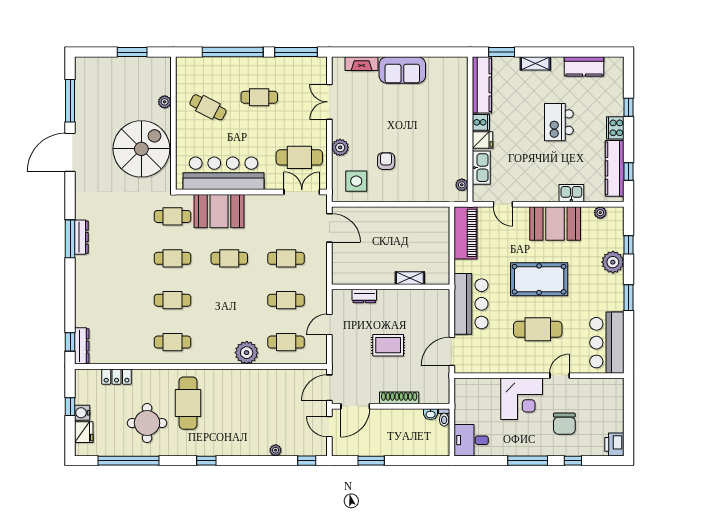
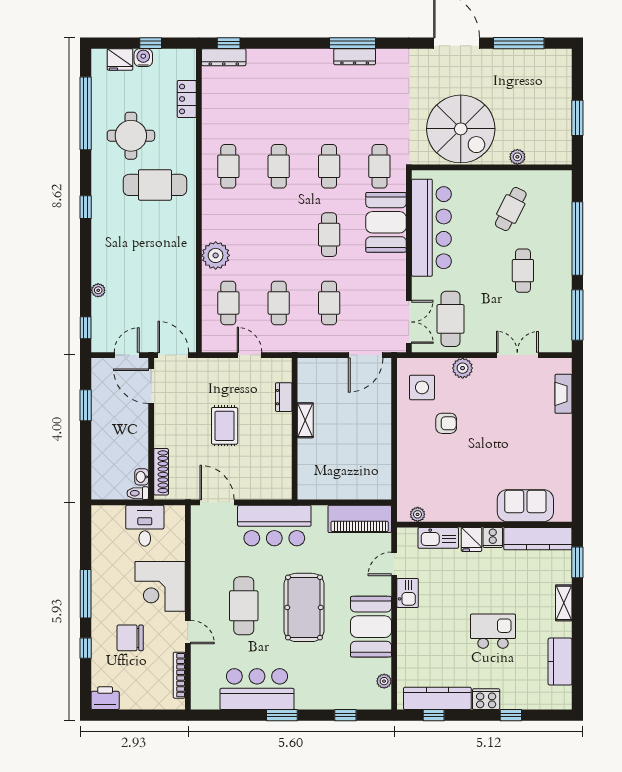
sofa: (402, 70) -> (525, 506), moved, turned 90
kitchen sink: (571, 193) -> (408, 593), moved
plant: (613, 262) -> (325, 696), removed
shelving: (410, 278) -> (305, 420), moved
bar counter: (607, 343) -> (257, 689), moved
bookcase: (595, 383) -> (179, 675), added
shoe rack: (399, 398) -> (161, 472), moved
desk: (471, 440) -> (145, 526), moved

